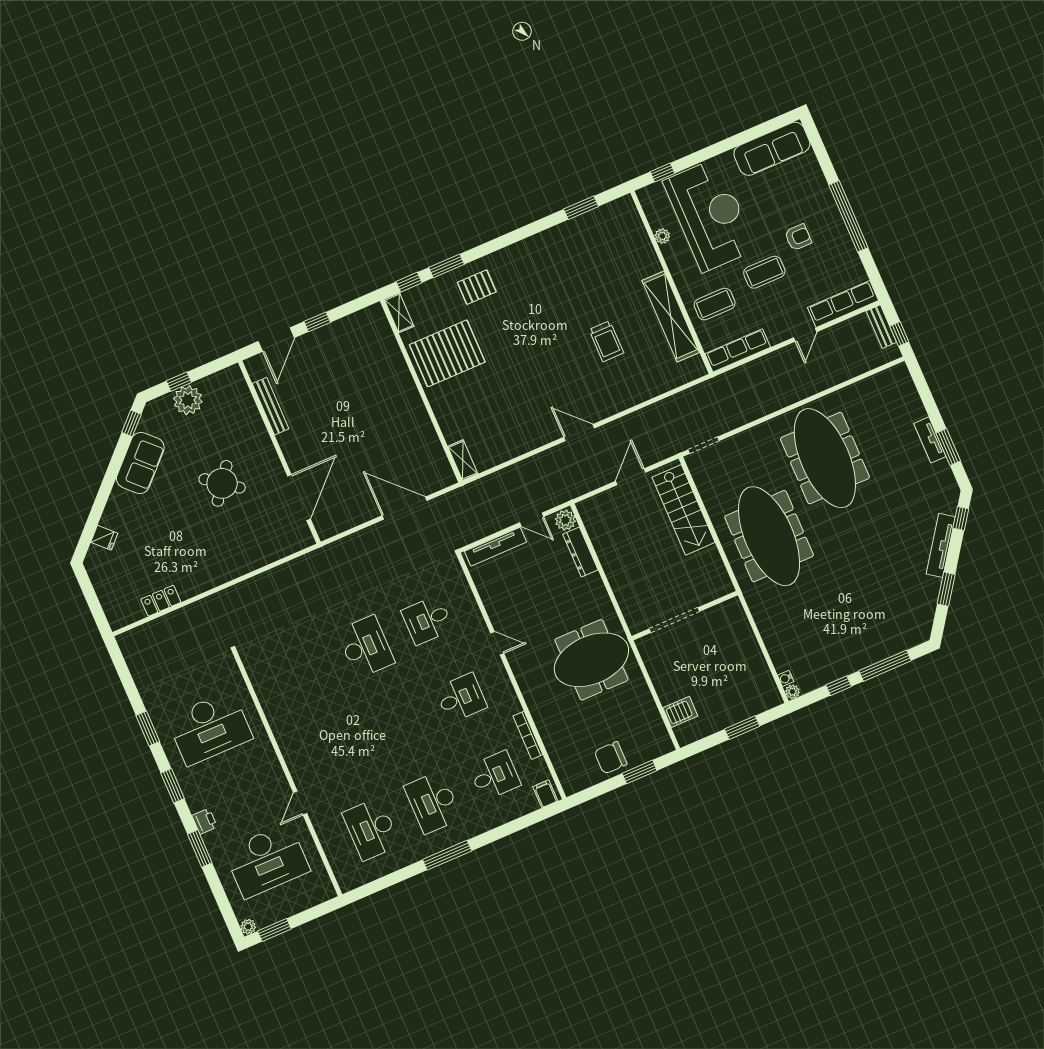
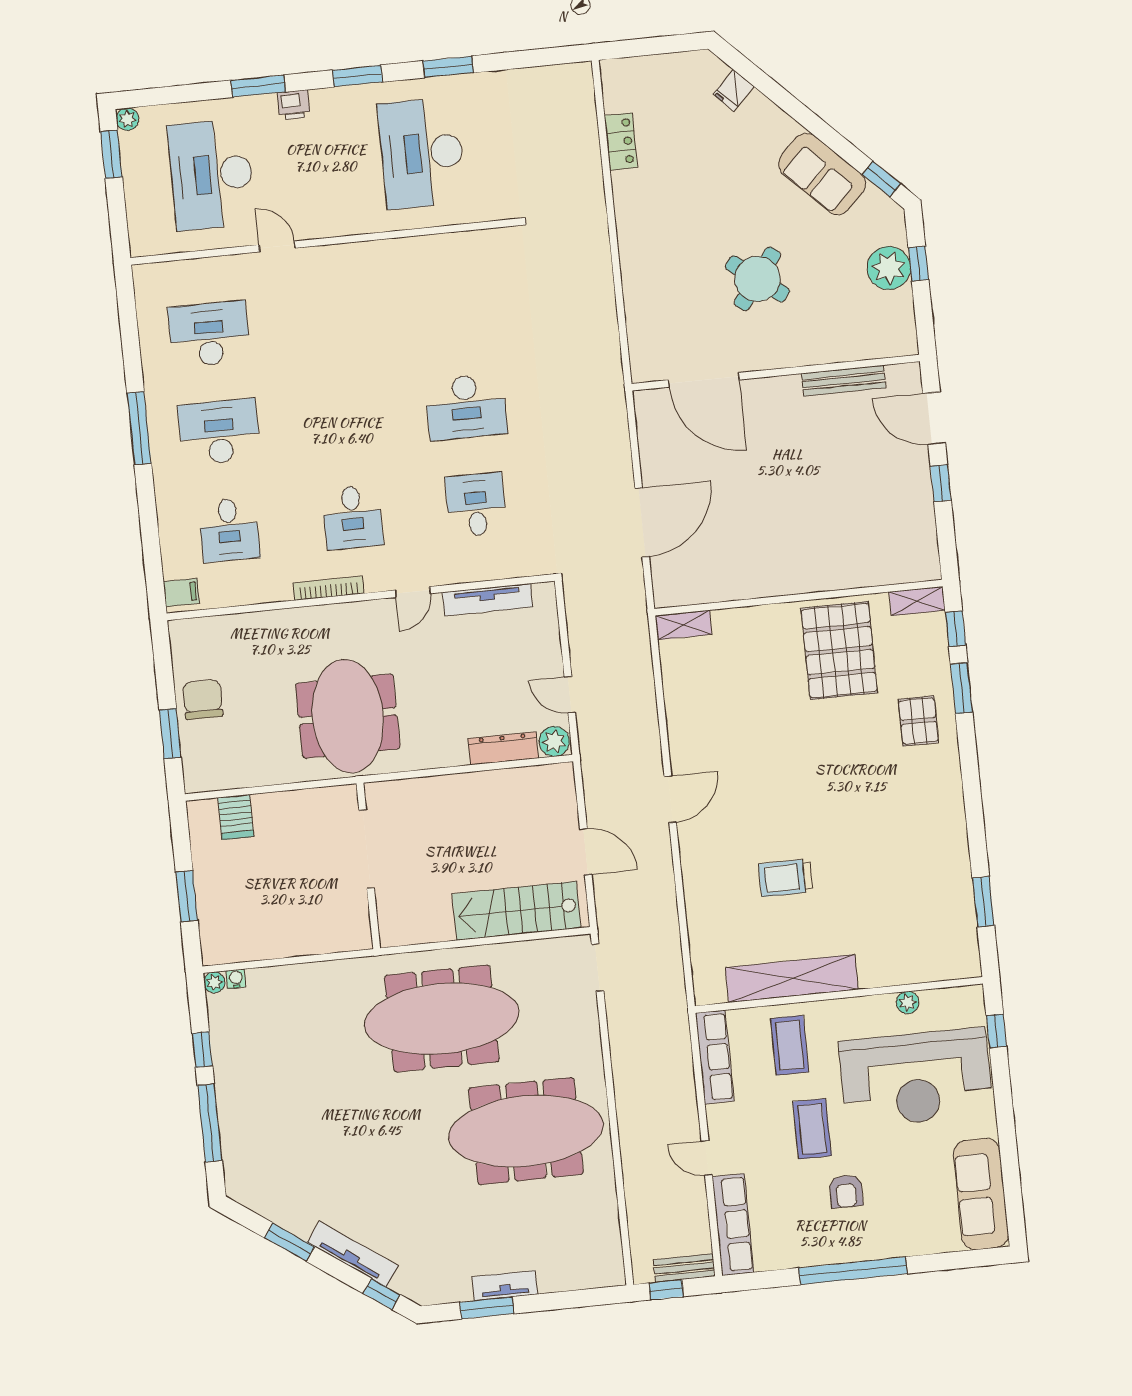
door: (532, 520) -> (570, 695), hinge flipped
tv unit: (496, 547) -> (487, 600), moved, turned -90
bookcase: (528, 735) -> (328, 588), moved

